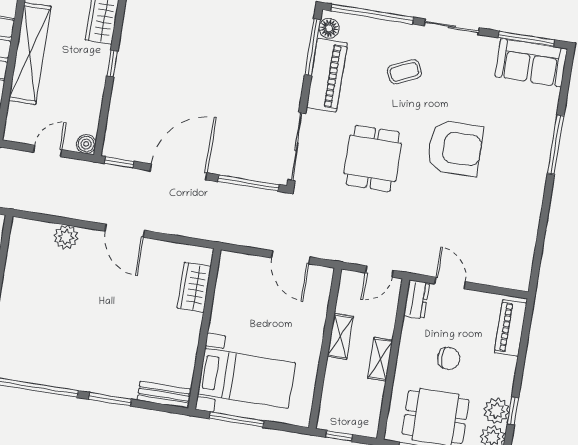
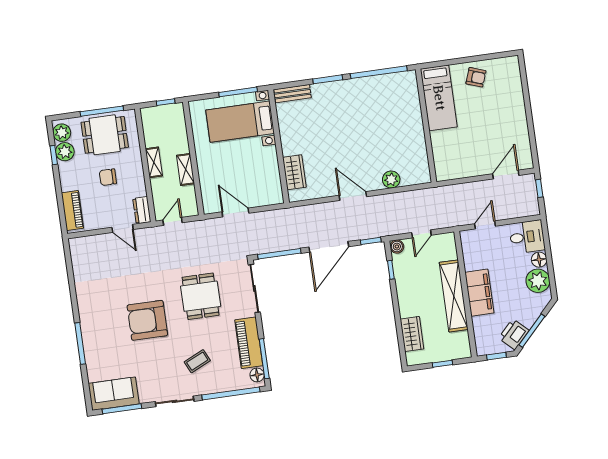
window: (112, 63) -> (391, 270), moved

